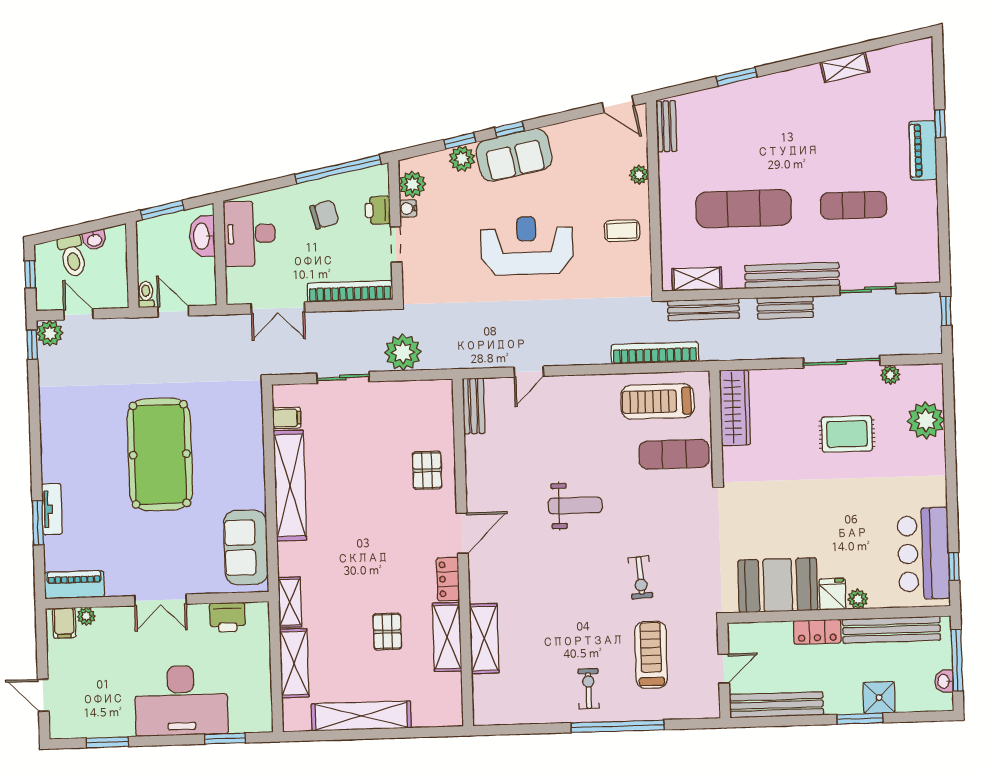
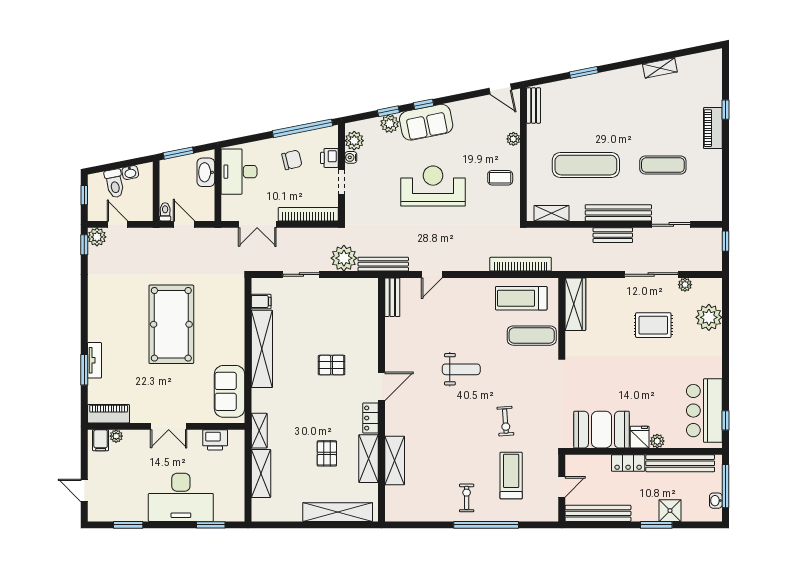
bench: (703, 309) -> (383, 264), moved
pallet: (427, 470) -> (332, 365), moved, turned 90
shelving: (361, 716) -> (338, 512), moved

